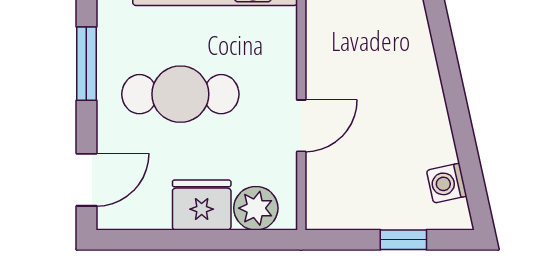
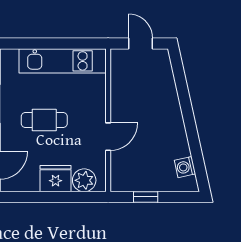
cafe table: (180, 94) -> (44, 120), width x0.73, depth x0.74
window: (403, 240) -> (146, 197), moved

